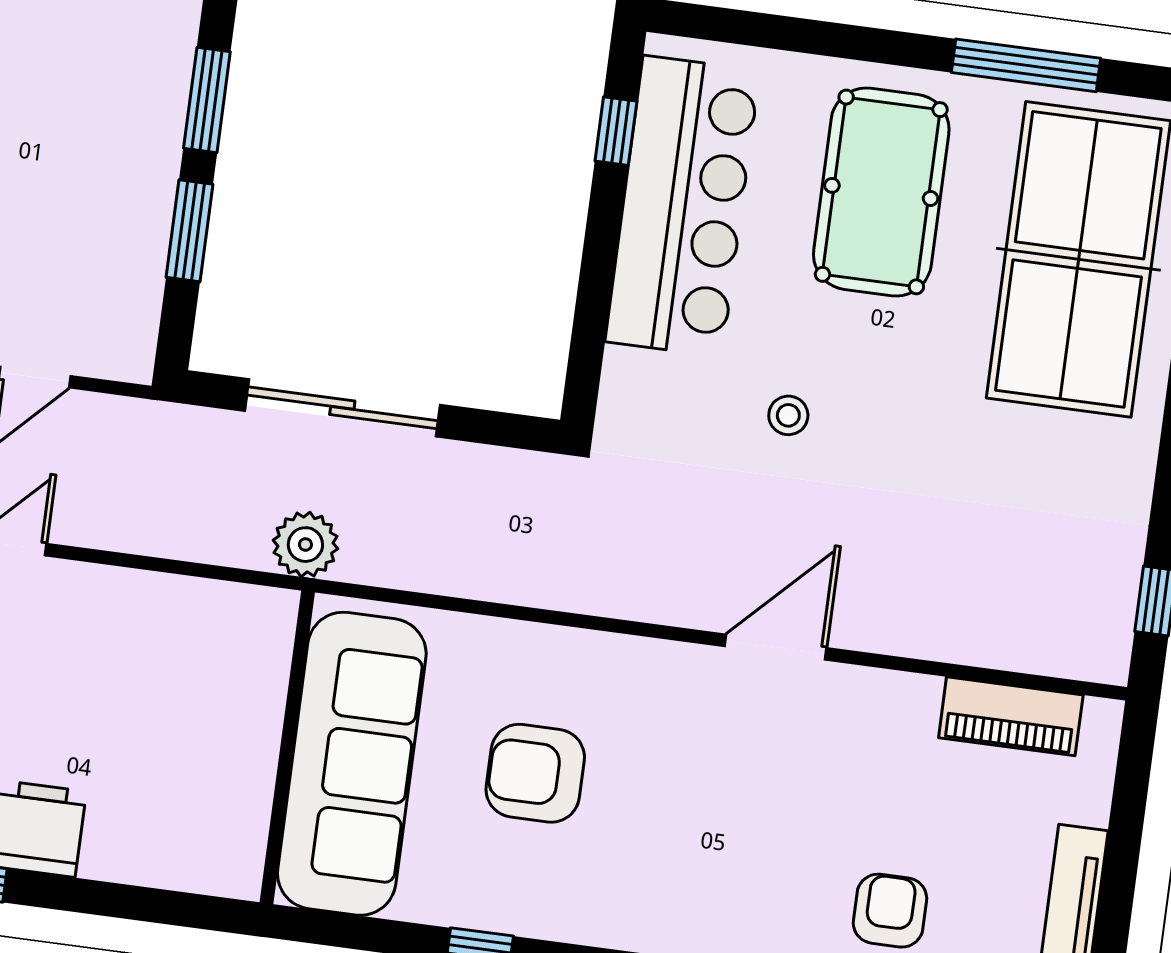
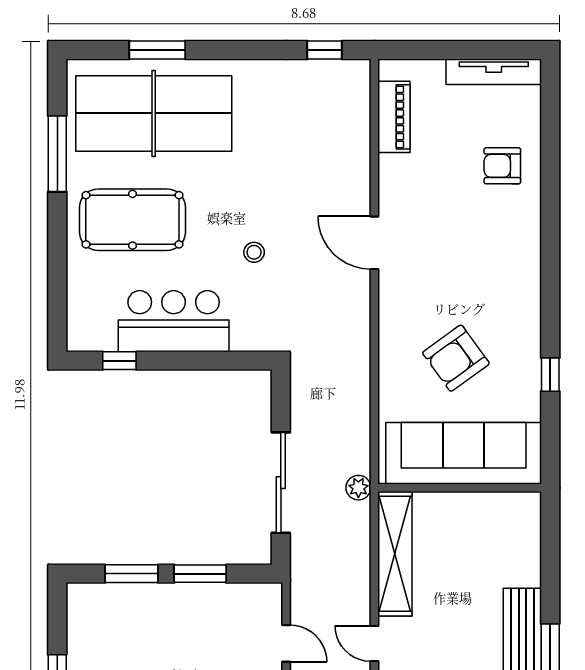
bar counter: (683, 206) -> (174, 321), width x0.73
plant: (305, 545) -> (358, 488), width x0.73, depth x0.73
shelving: (178, 607) -> (395, 554), added
armchair: (535, 773) -> (456, 358), turned 54

